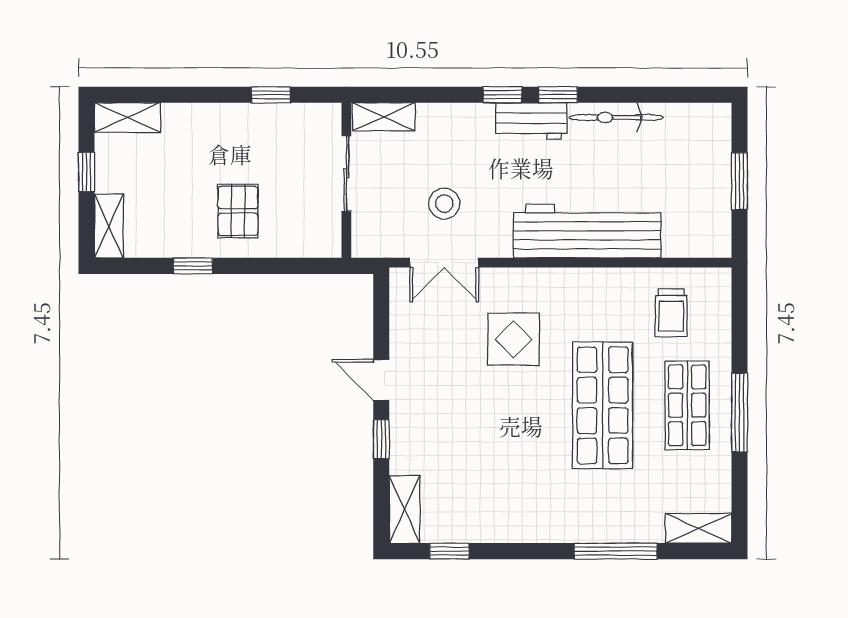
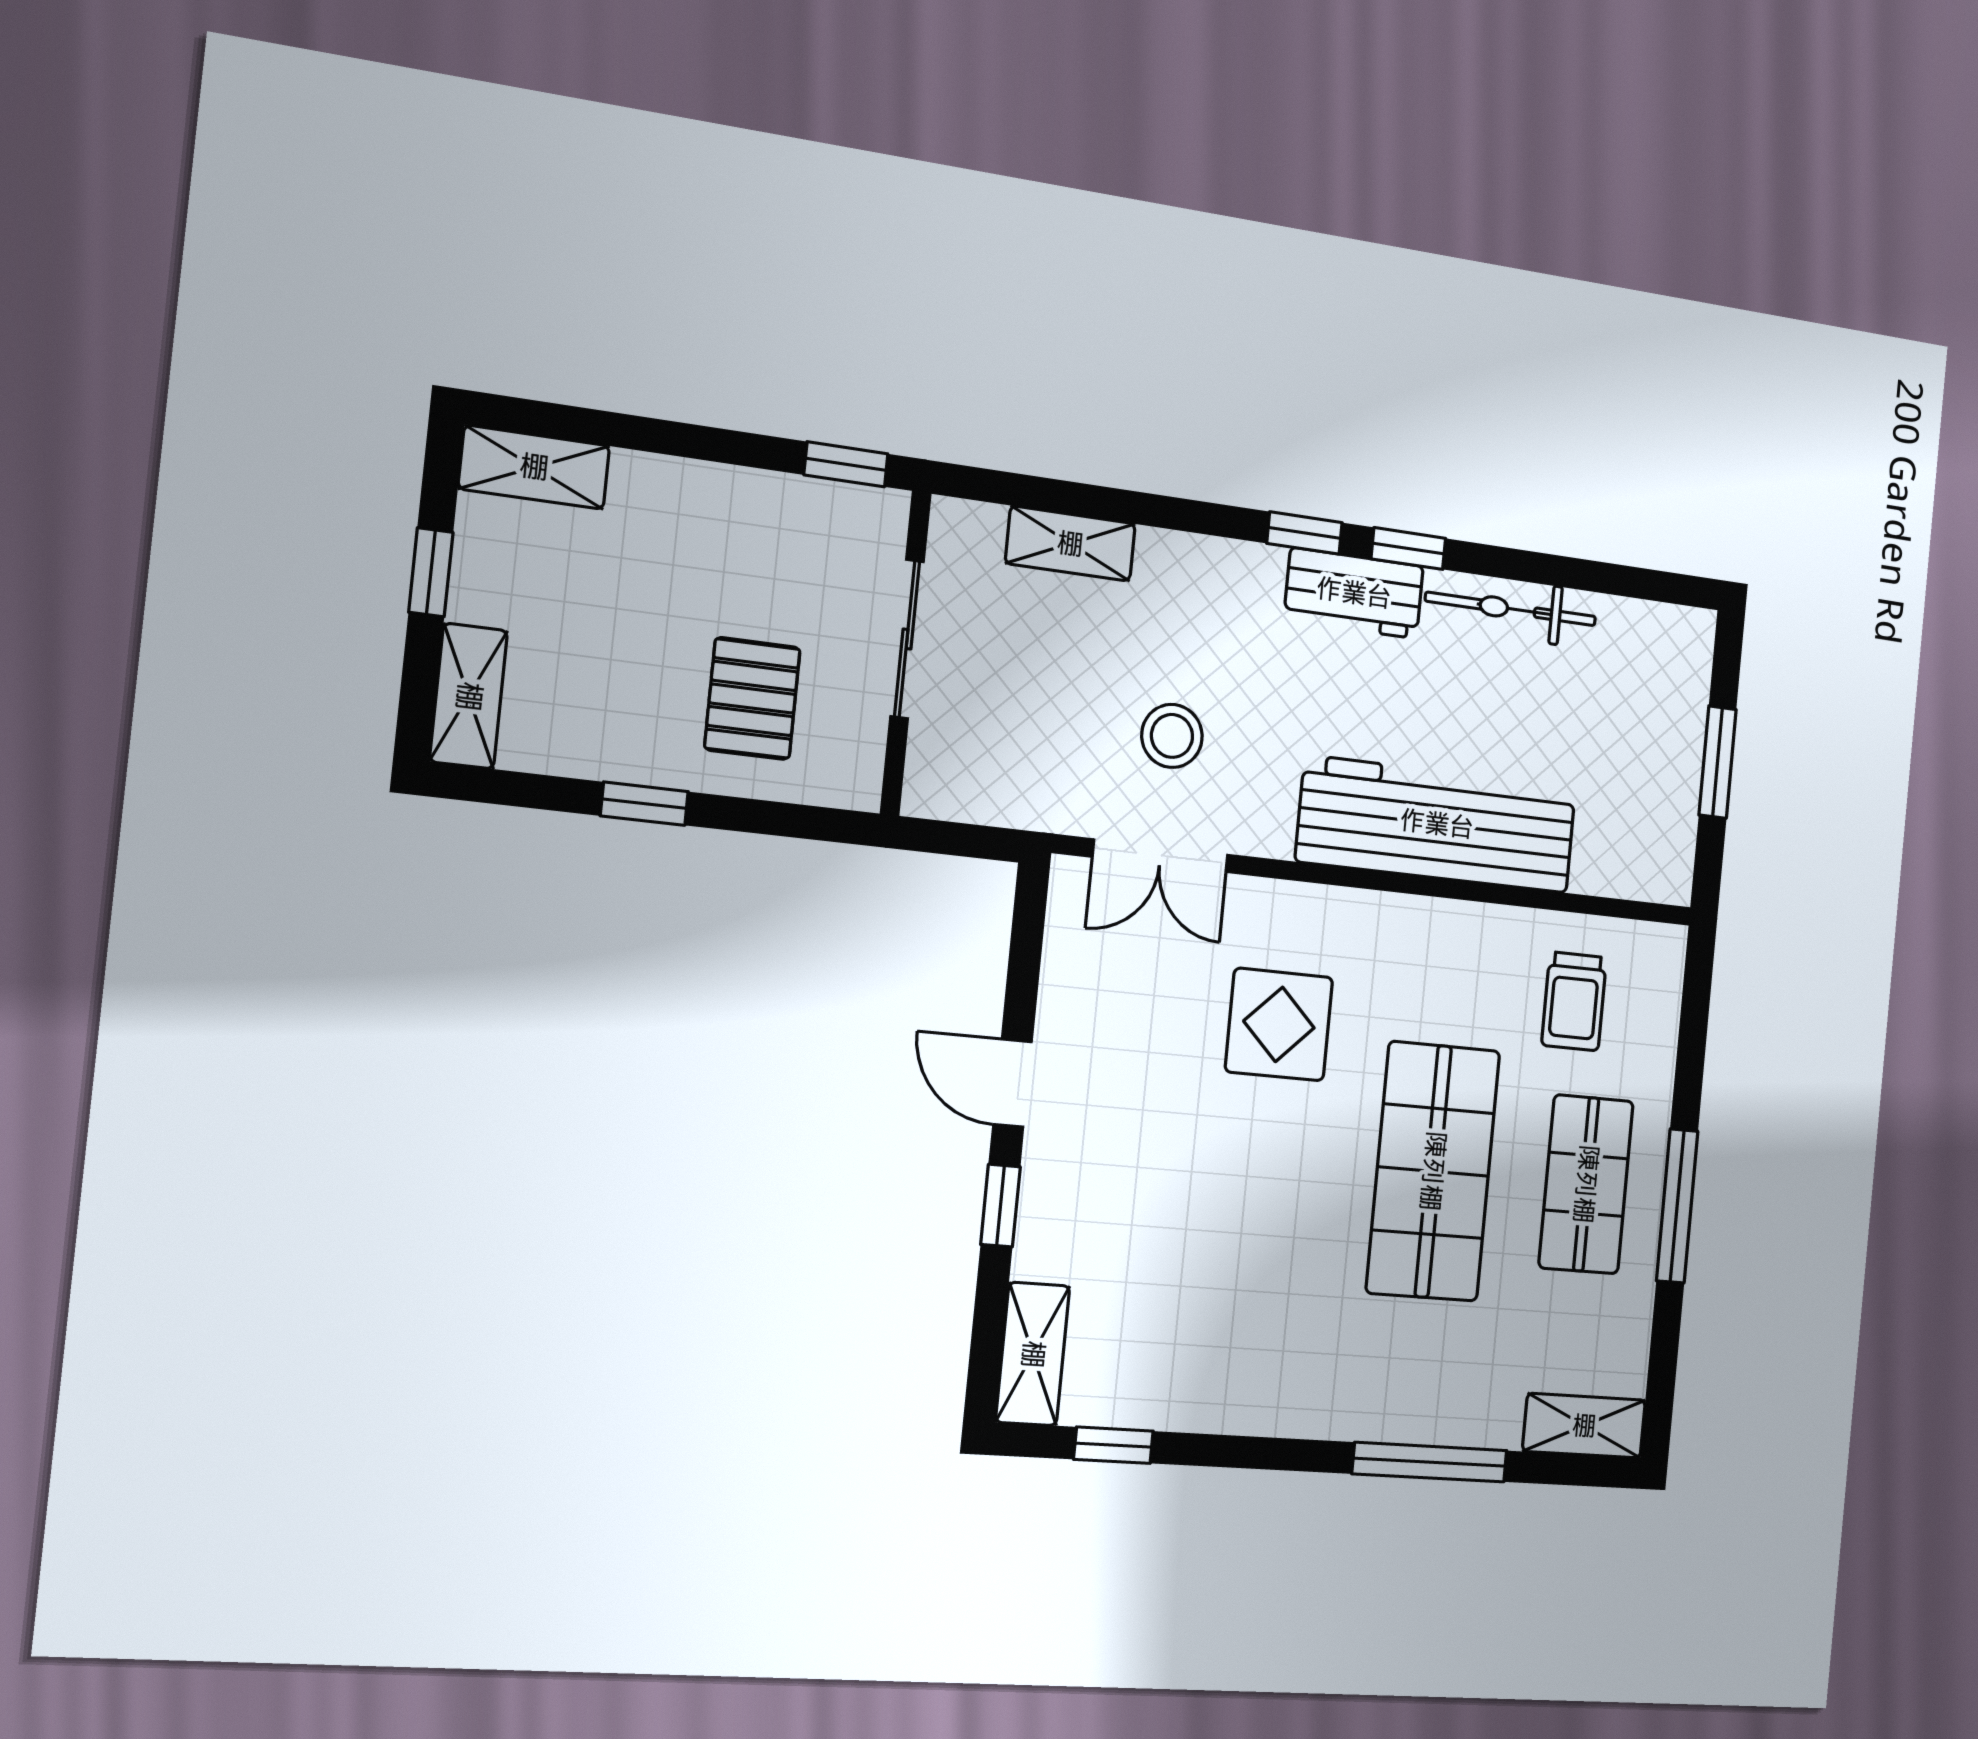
sliding door: (346, 173) -> (907, 639), moved
wall: (346, 180) -> (906, 653), moved

